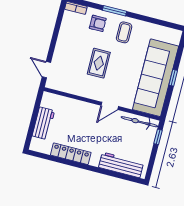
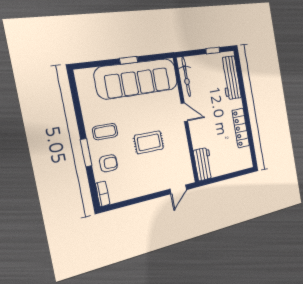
armchair: (98, 23) -> (108, 163), turned 90
workbench: (43, 123) -> (203, 164), moved, turned 90
window: (158, 137) -> (213, 51), moved

